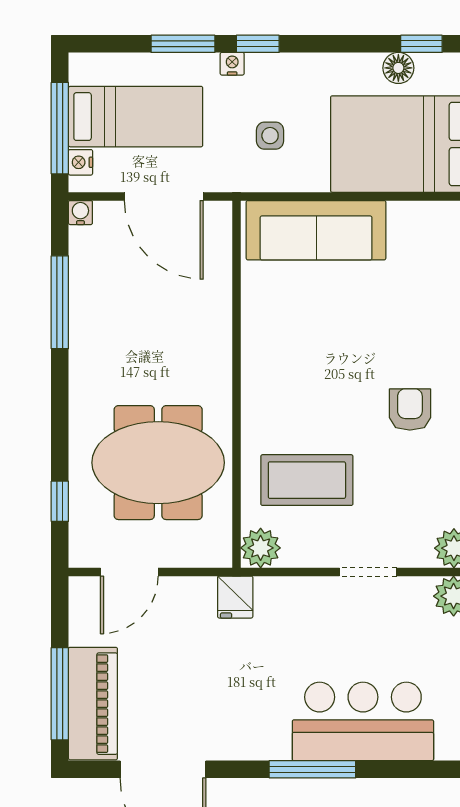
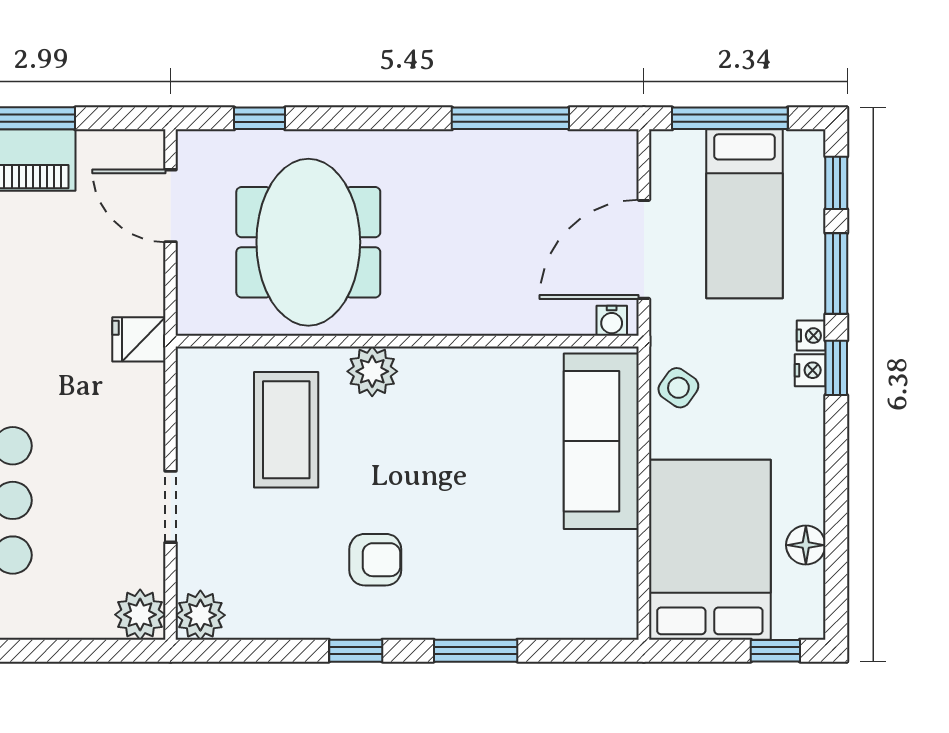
window: (421, 44) -> (836, 183), moved
side table: (270, 136) -> (678, 388), moved, turned 35
nightstand: (80, 162) -> (810, 370), moved, turned 90
water cooler: (80, 213) -> (612, 321), moved, turned 90
plant: (261, 548) -> (372, 371), moved

